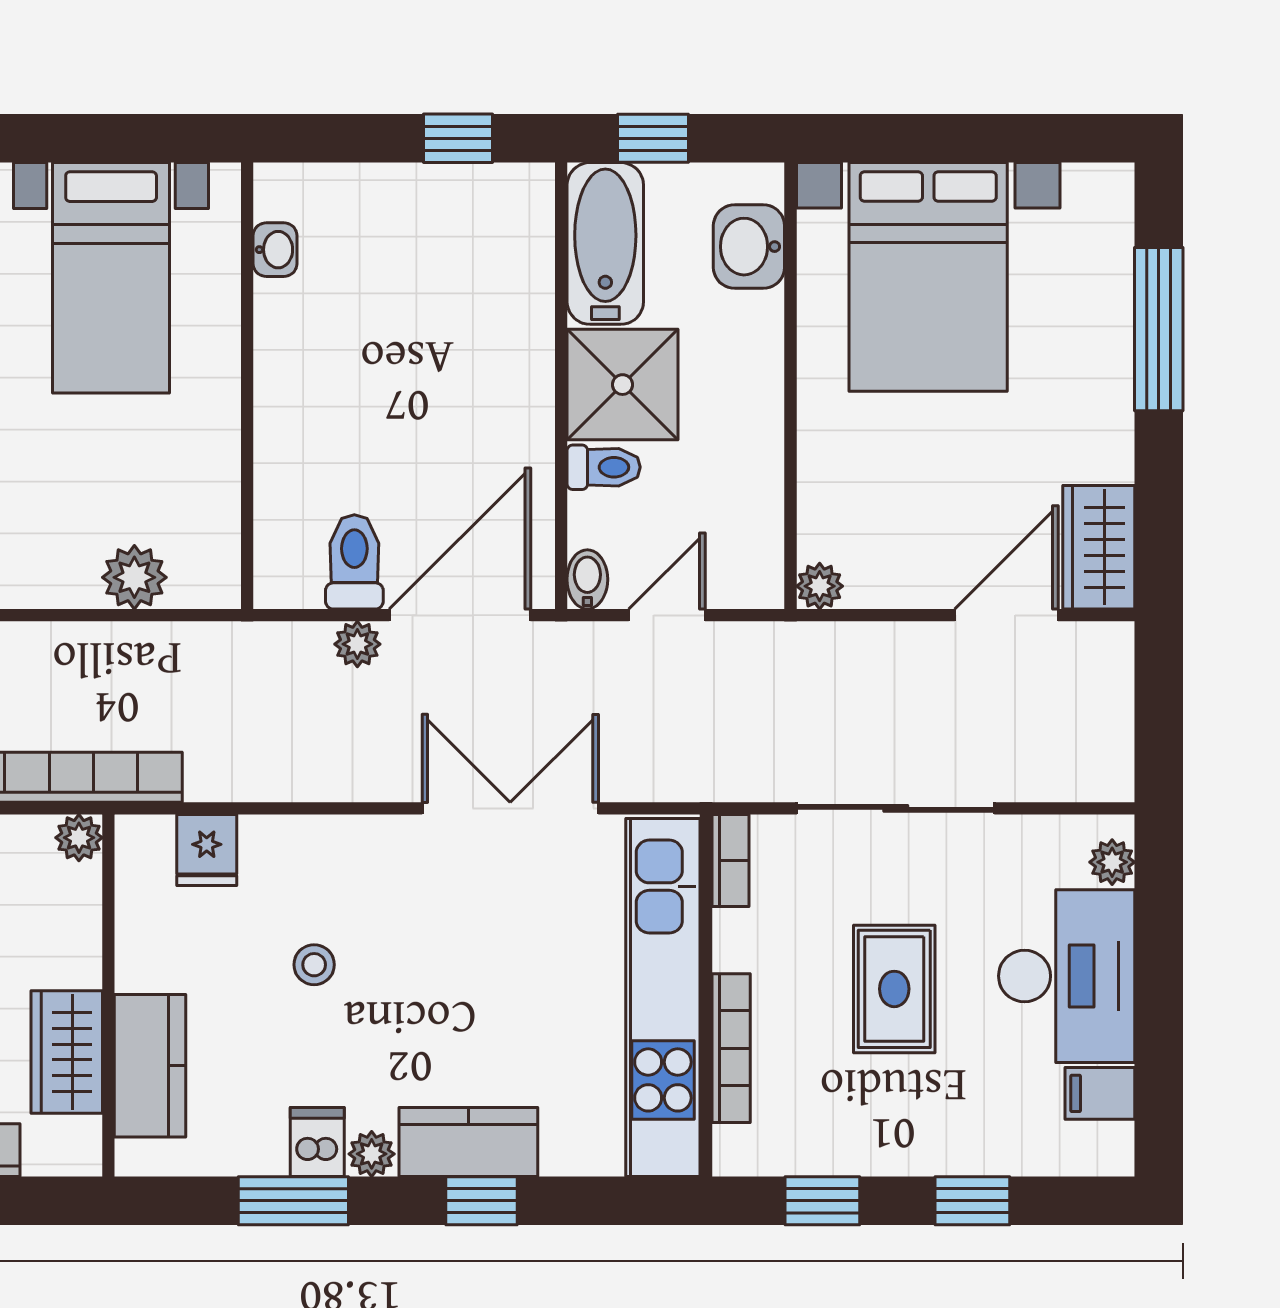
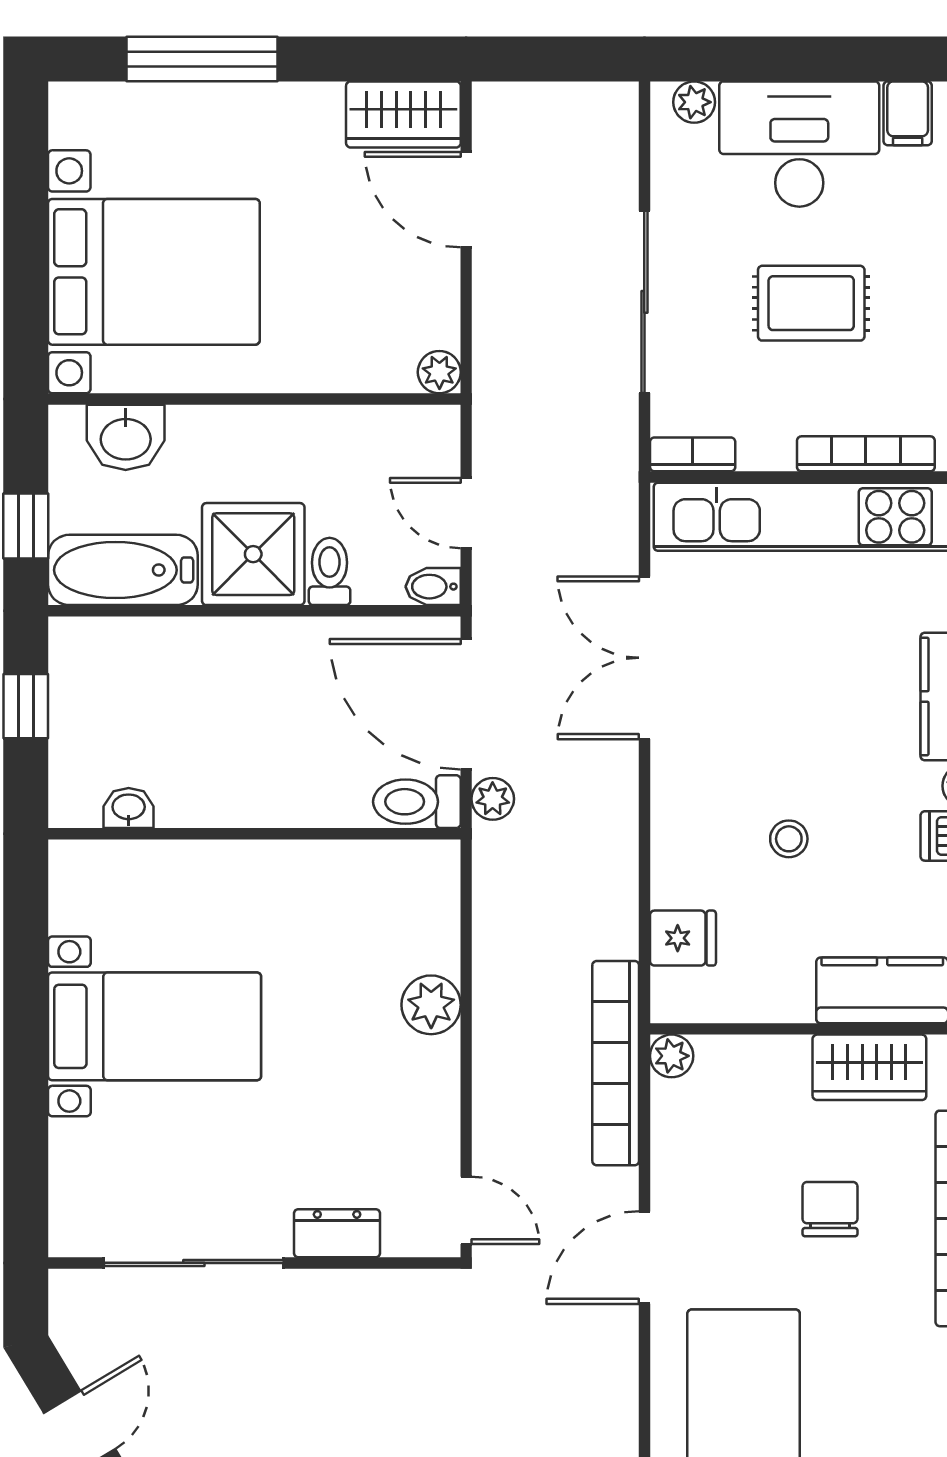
washbasin: (275, 250) -> (129, 808), moved
wall: (247, 386) -> (254, 834), moved

